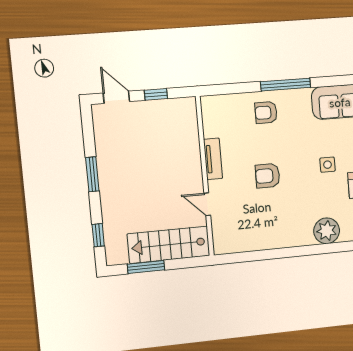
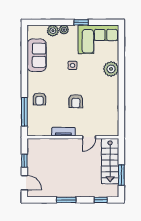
window: (285, 85) -> (24, 112), moved
door: (116, 97) -> (24, 183), swing flipped

